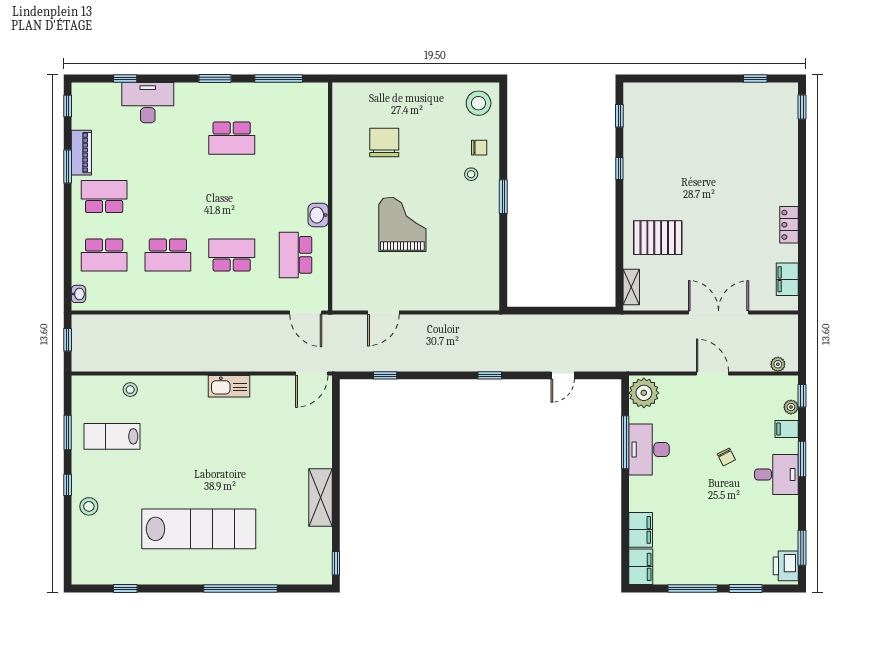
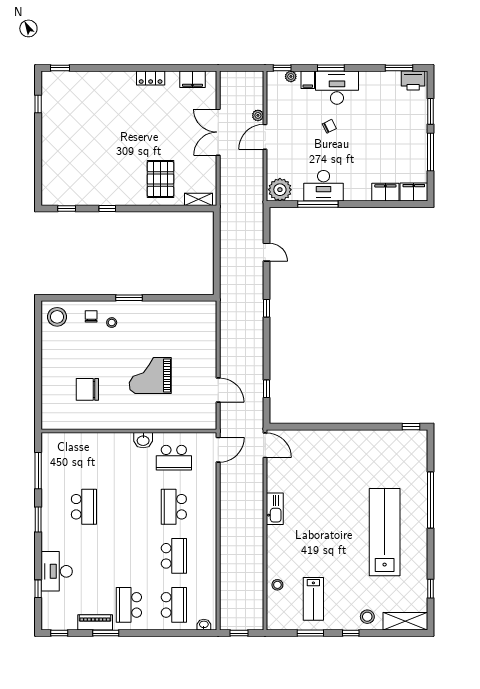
plant: (778, 364) -> (258, 115), moved
desk: (776, 474) -> (337, 88), width x1.37
shelving: (321, 497) -> (405, 621), moved

